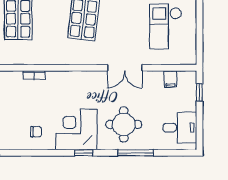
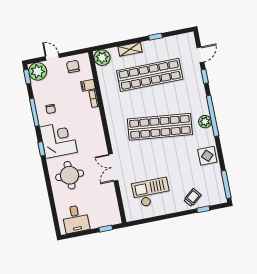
filing cabinet: (170, 79) -> (88, 85), moved
window: (136, 153) -> (34, 112), moved

